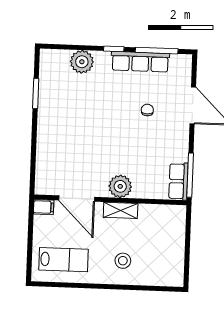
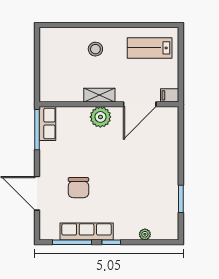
plant: (82, 62) -> (145, 234), width x0.53, depth x0.53
chair: (147, 110) -> (78, 188), width x1.87, depth x1.87
door: (77, 199) -> (140, 104), swing flipped

